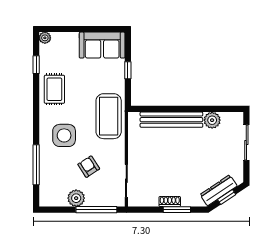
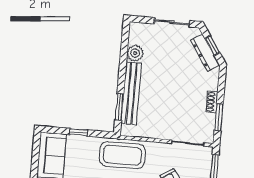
window: (157, 109) -> (119, 107), added
sliding door: (246, 143) -> (172, 22), moved
window: (177, 210) -> (219, 117), moved

